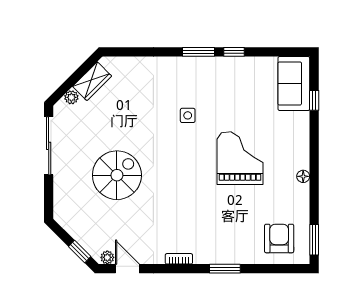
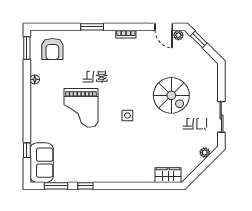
window: (199, 52) -> (56, 186), moved
wardrobe: (92, 81) -> (168, 175), moved, turned 45
side table: (188, 115) -> (127, 116), moved
sliding door: (49, 146) -> (221, 117), width x0.73
spiral stairs: (117, 175) -> (171, 95), turned -90
floor lamp: (303, 176) -> (35, 79), moved

